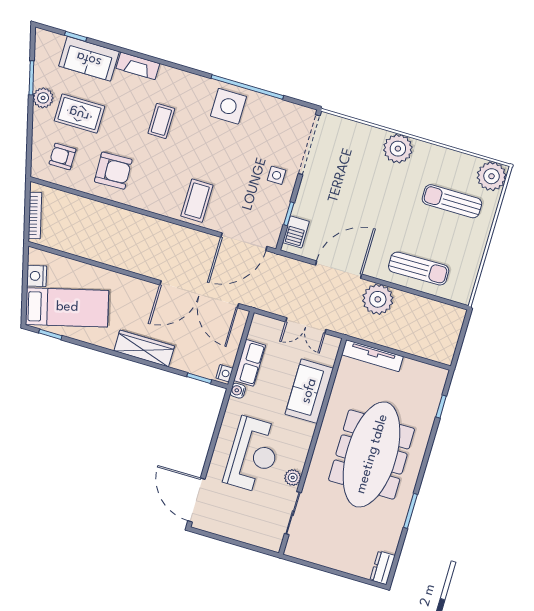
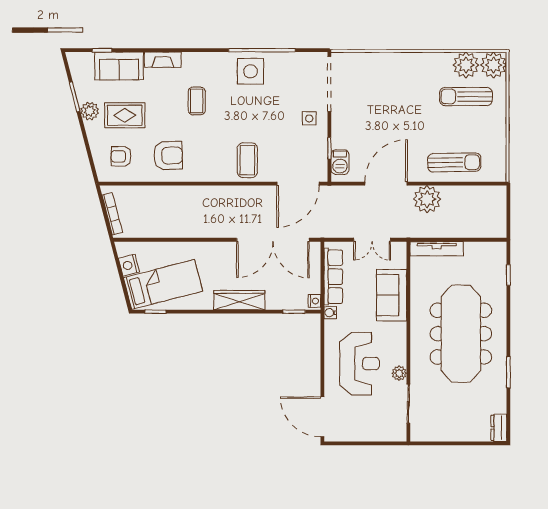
plant: (398, 149) -> (466, 65), moved
row of seats: (250, 363) -> (333, 277), width x1.48

